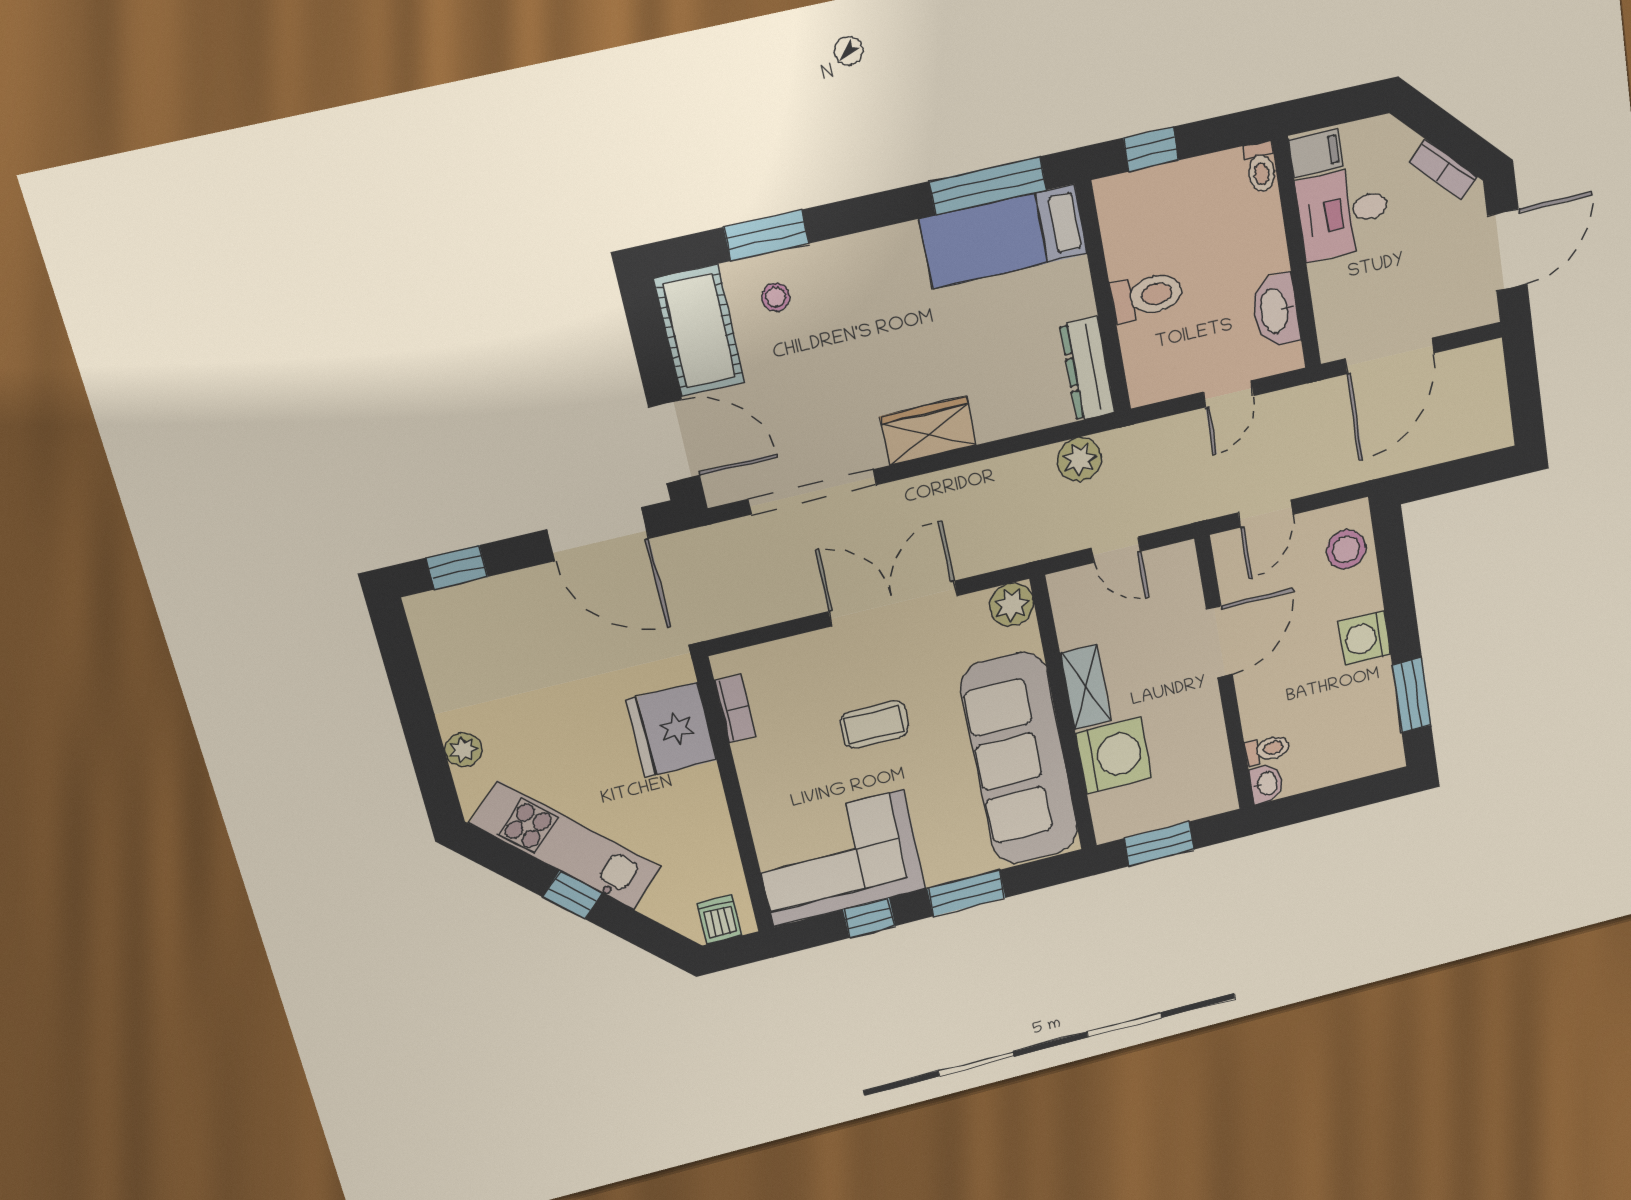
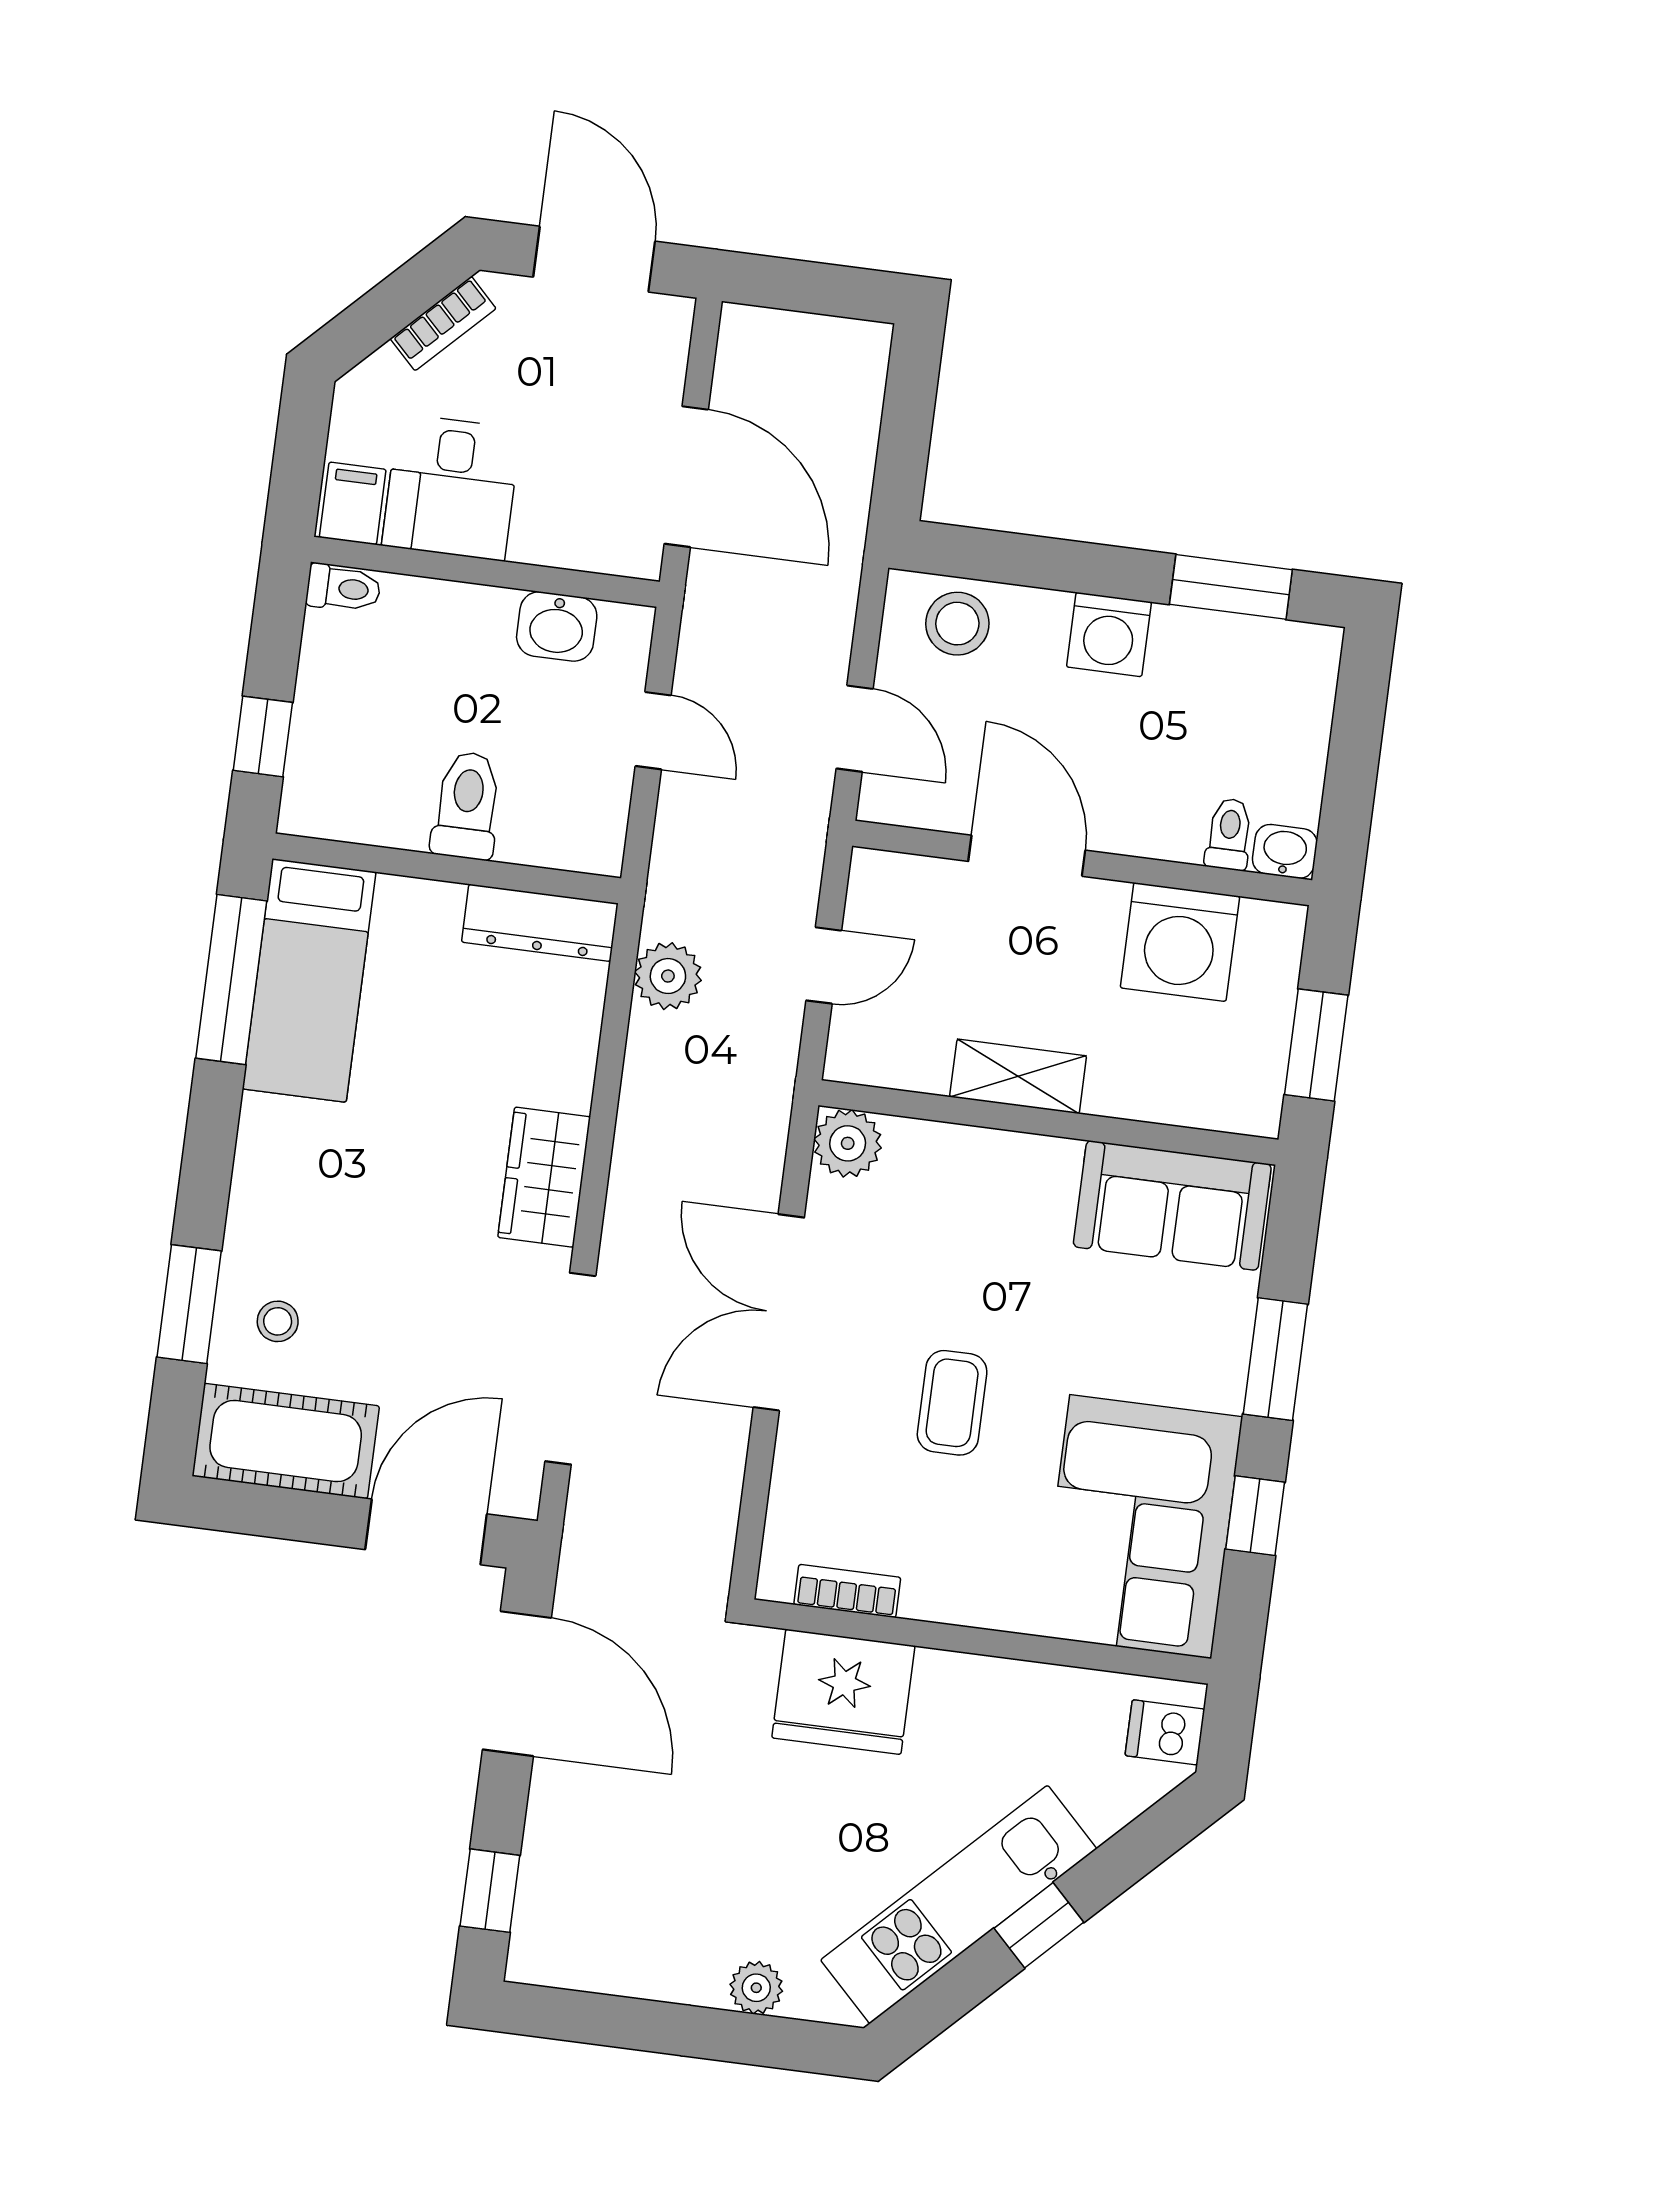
washbasin: (1275, 311) -> (557, 626), width x0.72
door: (598, 534) -> (517, 1684), hinge flipped
washing machine: (1114, 755) -> (1180, 942), moved, turned 180
sofa: (1020, 759) -> (1172, 1205), width x0.54, depth x0.79

